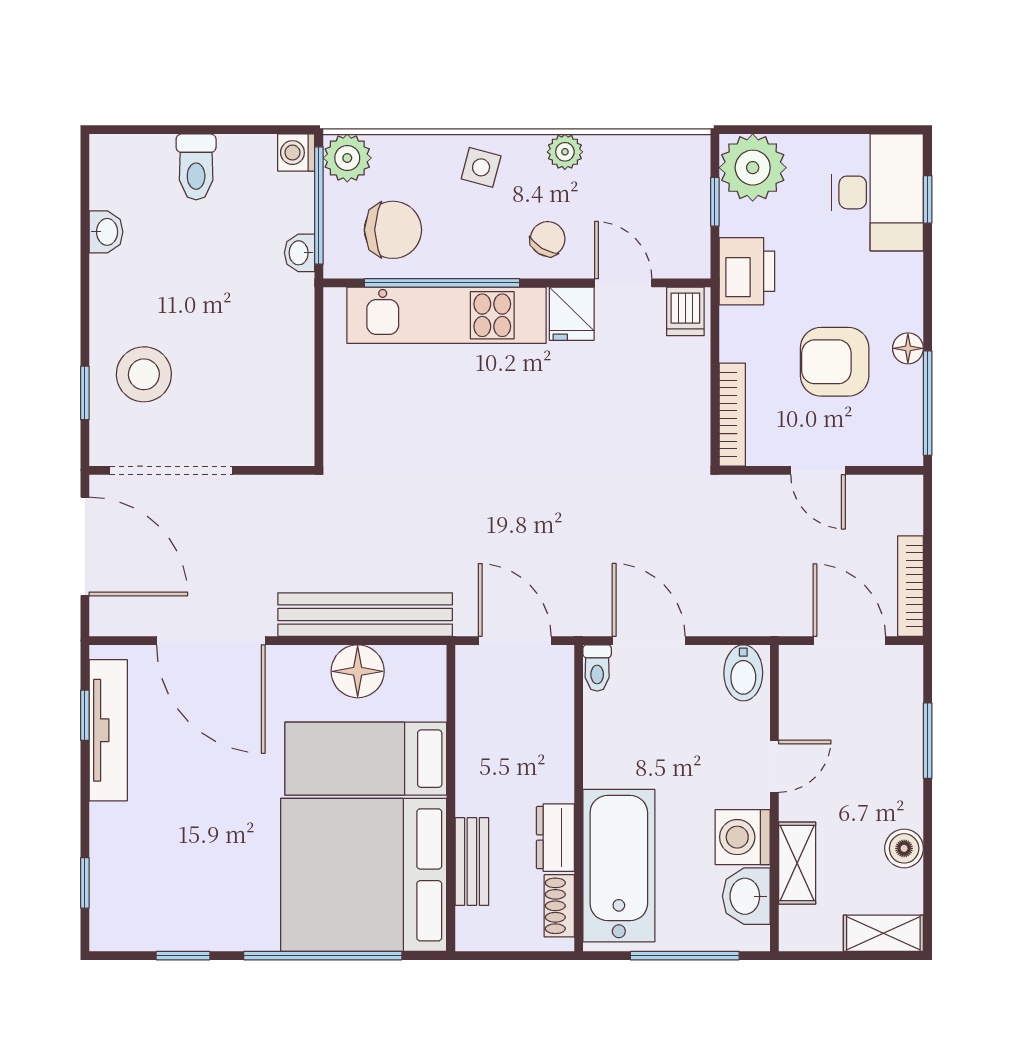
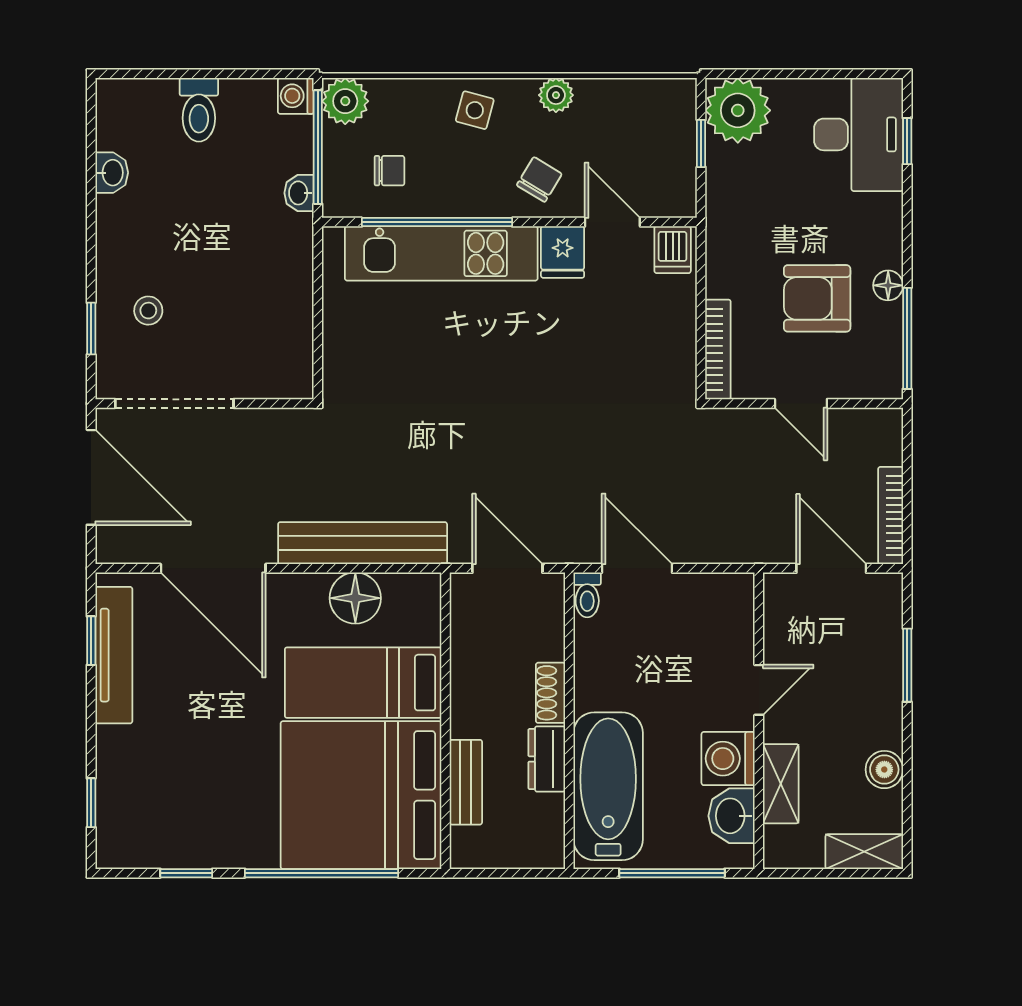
chair: (393, 230) -> (389, 171), width x0.54, depth x0.54
printer: (747, 271) -> (732, 211), removed
stool: (144, 374) -> (148, 311), width x0.53, depth x0.53
bidet: (743, 673) -> (729, 600), removed
shoe rack: (559, 906) -> (550, 693), moved

